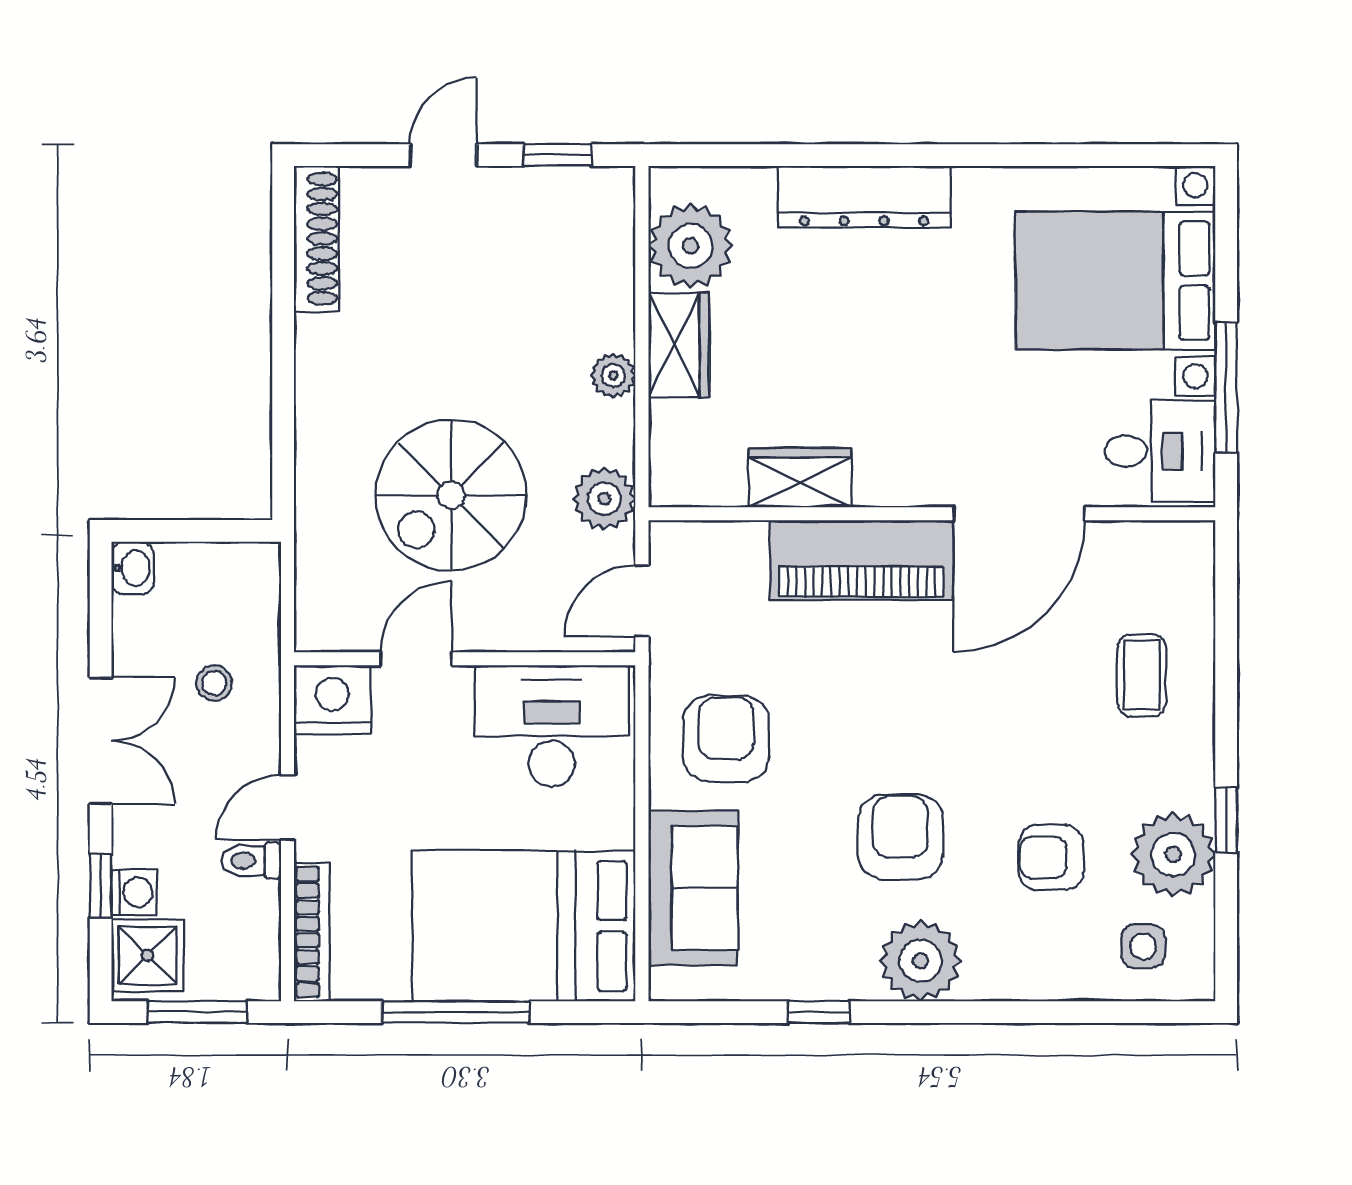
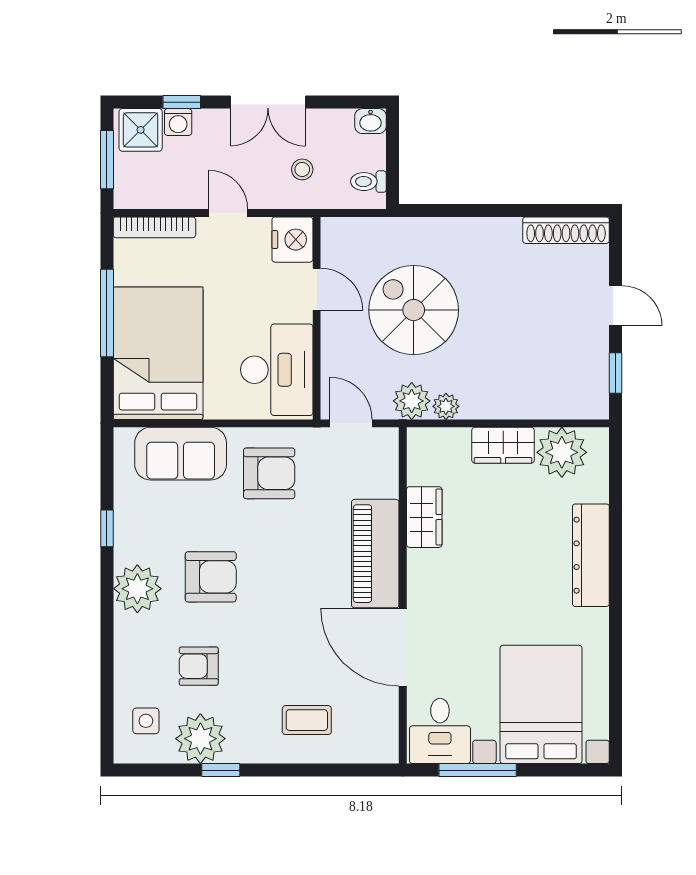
plant: (613, 376) -> (446, 406), moved
armchair: (1051, 857) -> (199, 666), turned -90
toilet: (251, 861) -> (368, 182), moved, turned -90

